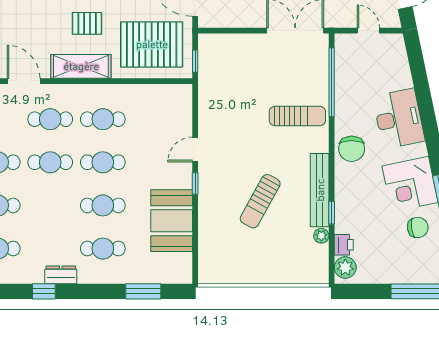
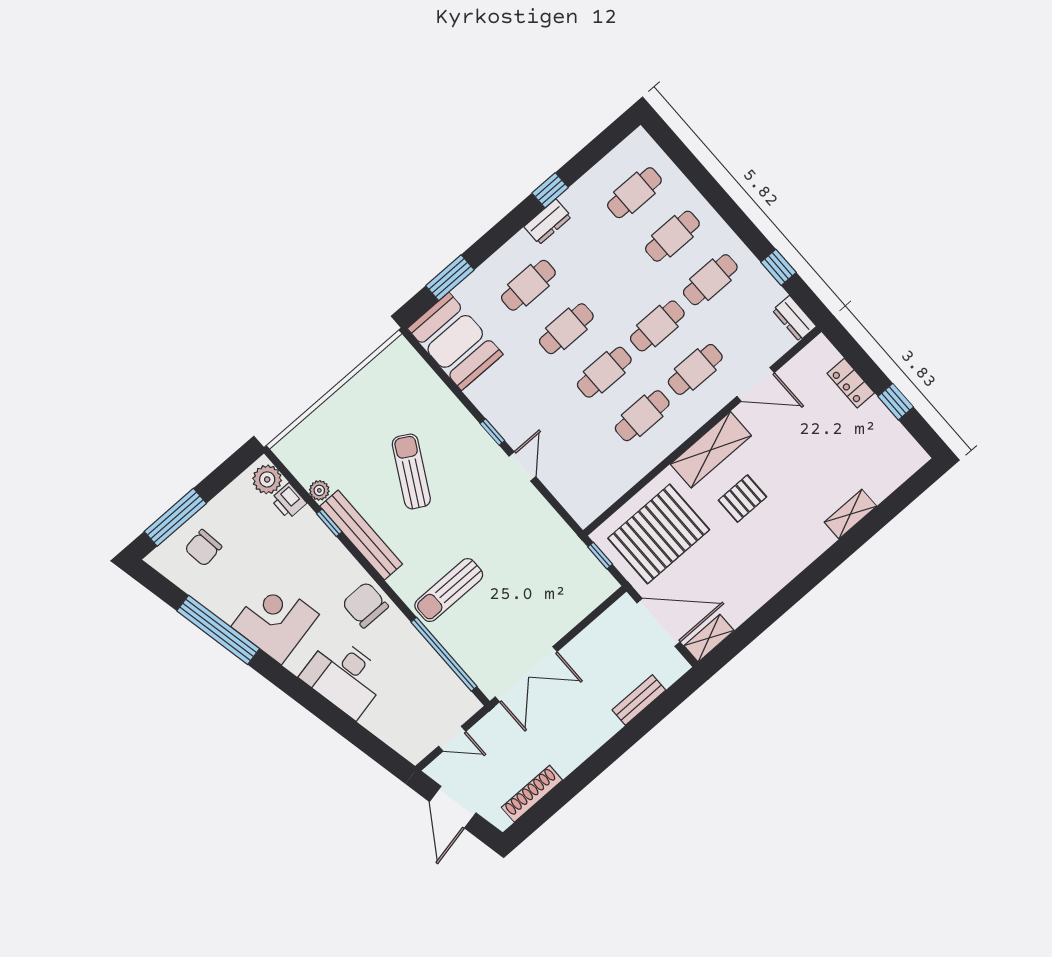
booth: (172, 221) -> (455, 341), moved
chair: (418, 227) -> (203, 548), moved

